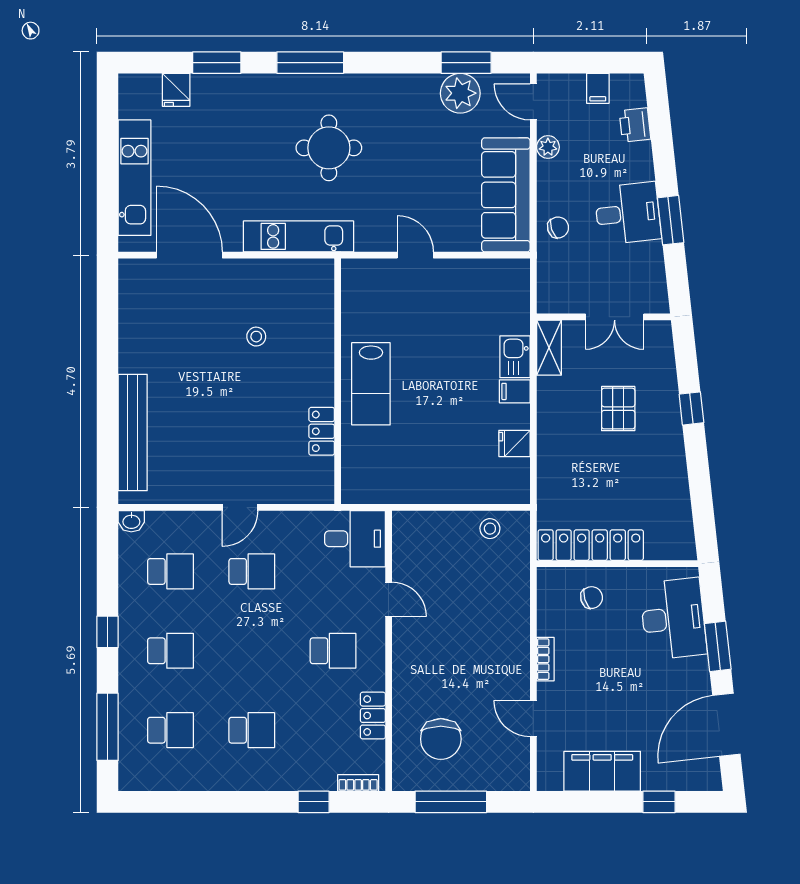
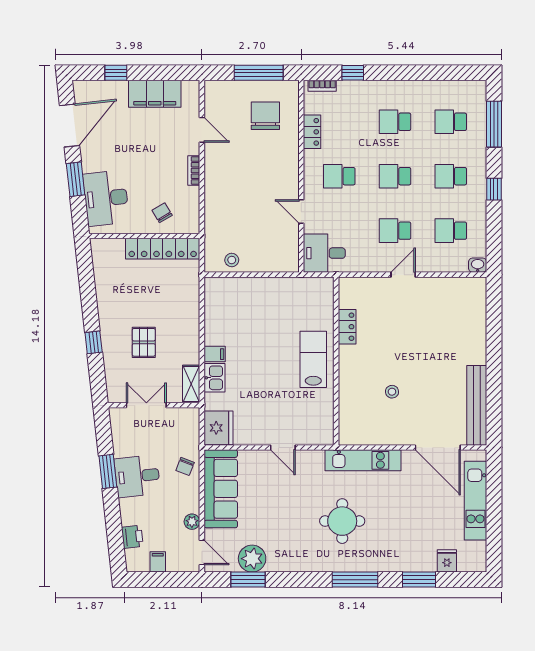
chair: (558, 227) -> (185, 466), turned -50
bench: (133, 433) -> (477, 405), moved
fridge: (514, 443) -> (219, 428), moved, width x1.88, depth x1.34
chair: (592, 598) -> (162, 213), turned 76
school desk: (252, 651) -> (395, 176), added

